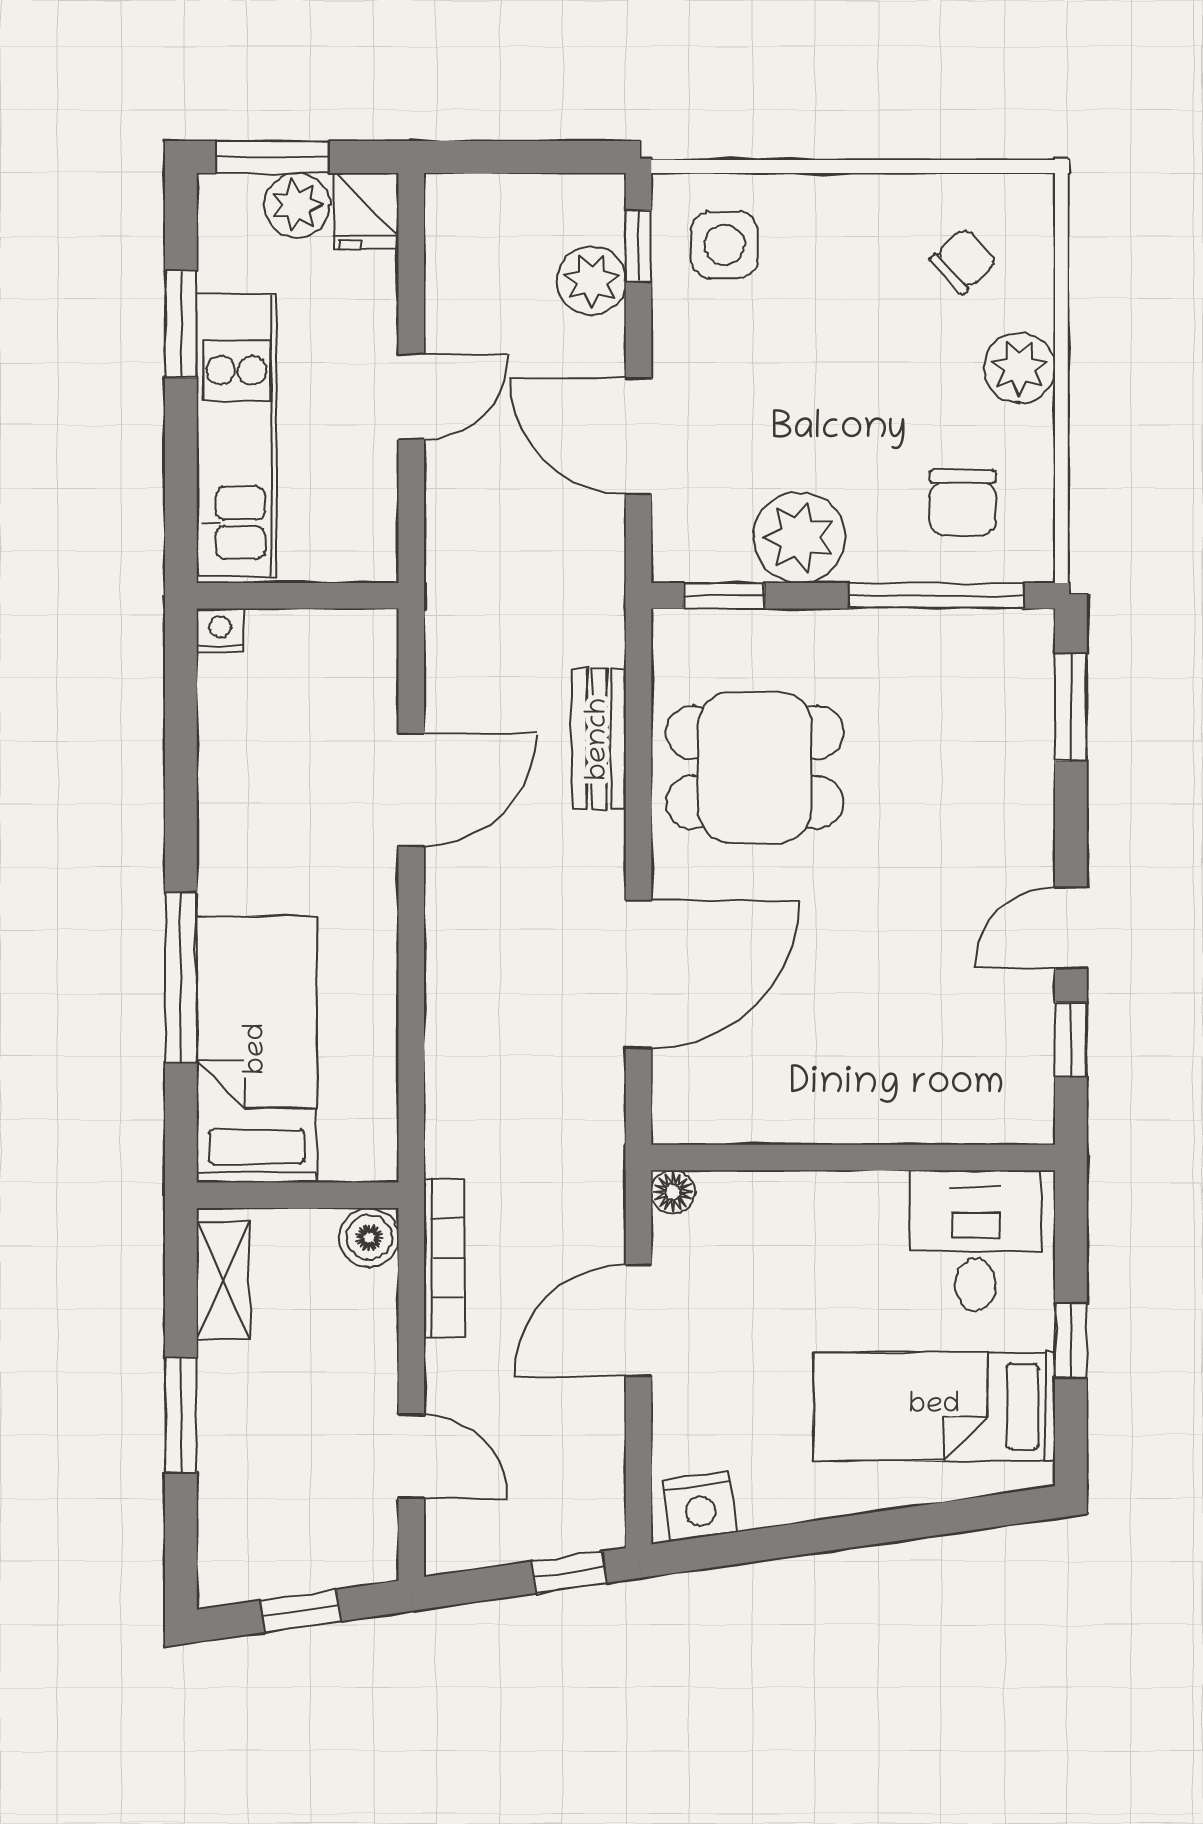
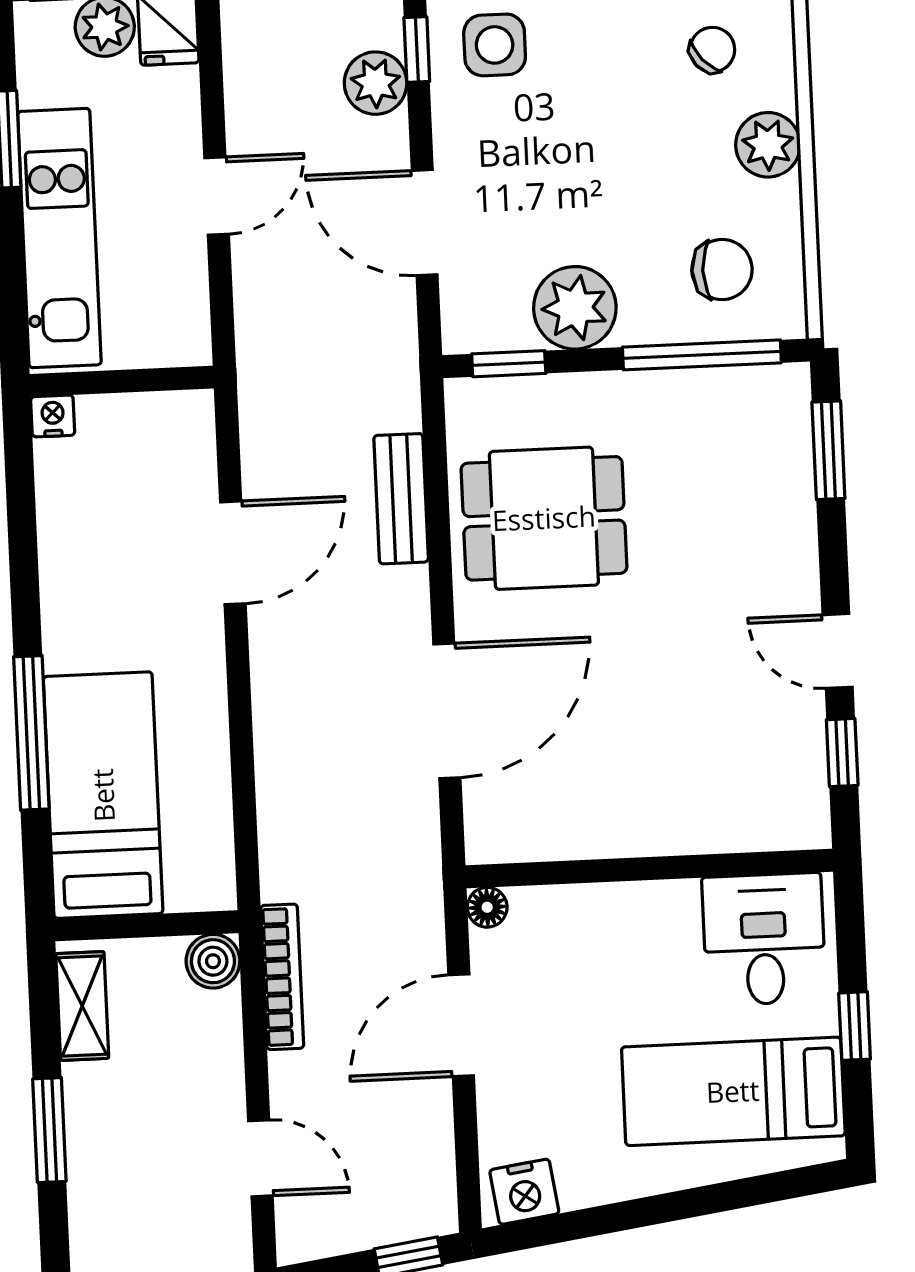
chair: (963, 503) -> (722, 270), turned -90
door: (1071, 928) -> (838, 651), hinge flipped

